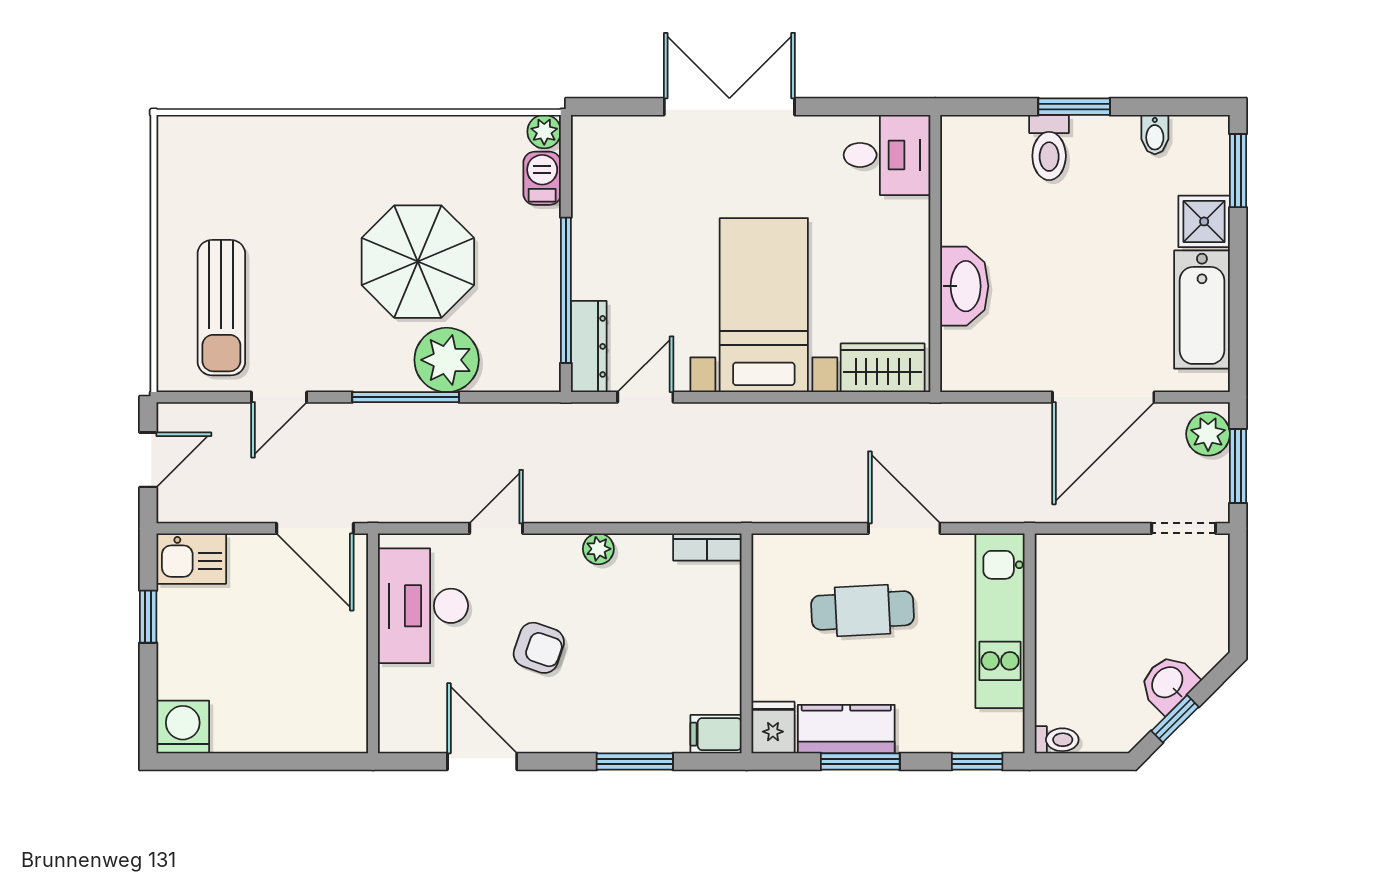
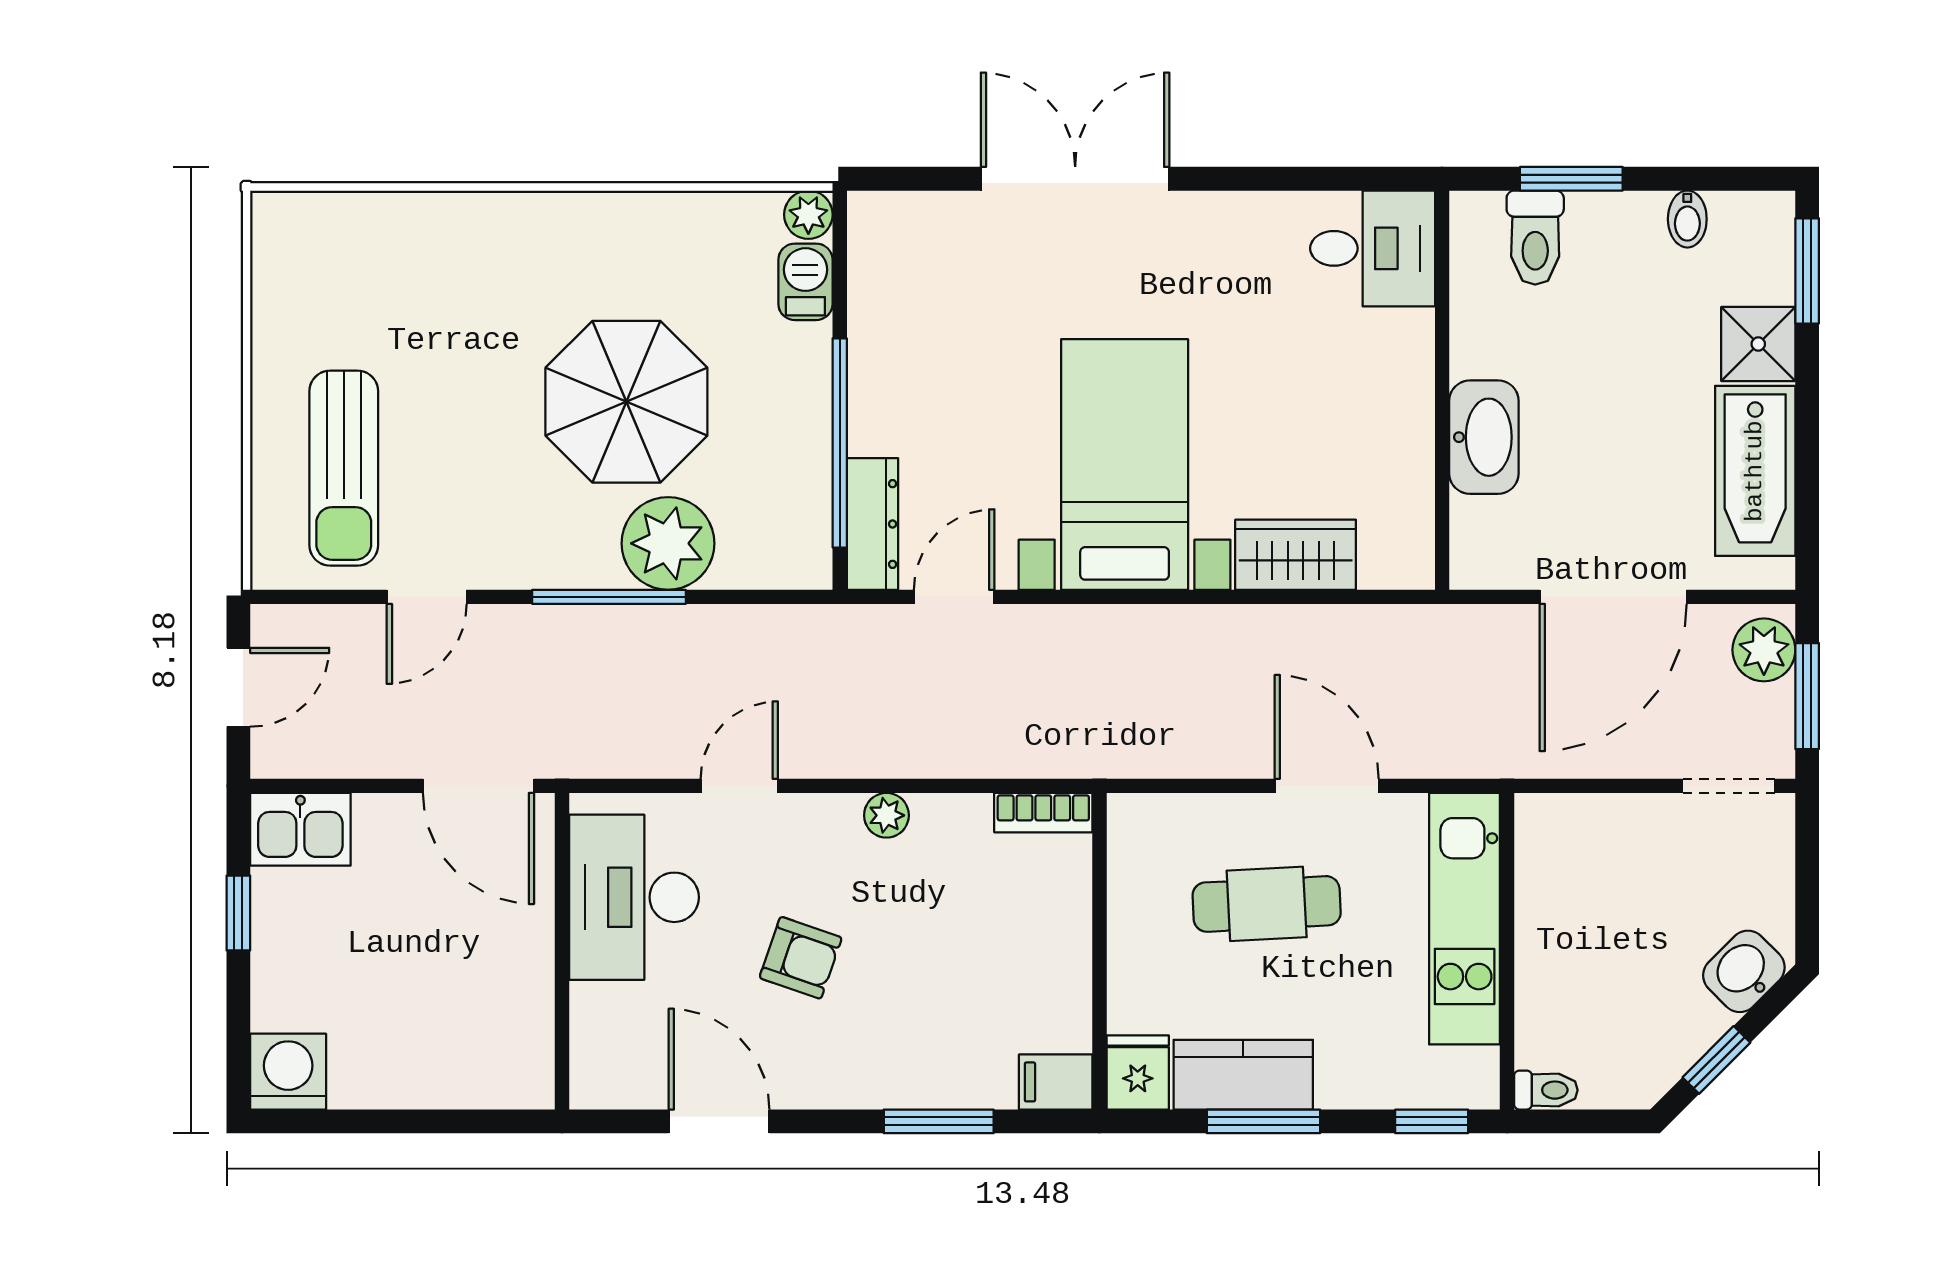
desk: (887, 155) -> (1373, 248), moved
wall: (935, 253) -> (1442, 390), moved
washbasin: (964, 286) -> (1484, 437), moved
washbasin: (1168, 683) -> (1744, 971), moved

